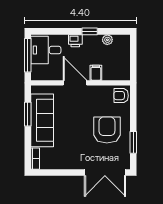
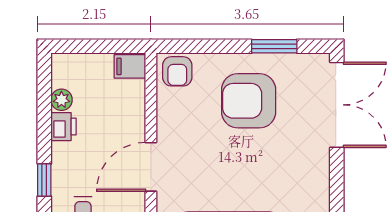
window: (90, 31) -> (44, 180), moved
printer: (75, 41) -> (63, 127), moved
filing cabinet: (96, 73) -> (130, 66), moved

